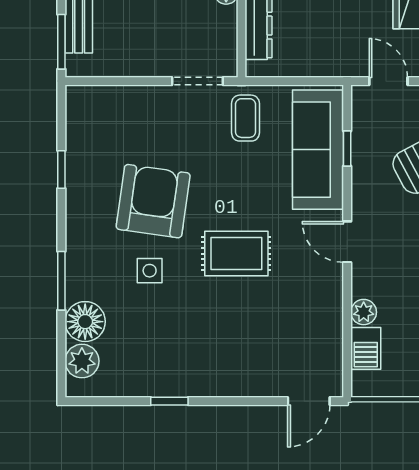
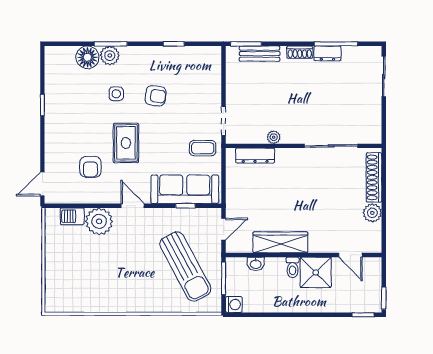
armchair: (153, 201) -> (156, 96), width x0.53, depth x0.53
door: (347, 242) -> (133, 206), hinge flipped
plant: (364, 312) -> (99, 221), width x1.87, depth x1.87
armchair: (279, 316) -> (90, 167), added
plant: (82, 361) -> (110, 56), moved
door: (309, 401) -> (42, 184), hinge flipped

